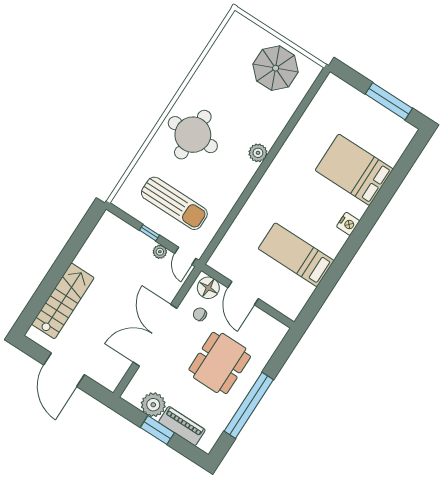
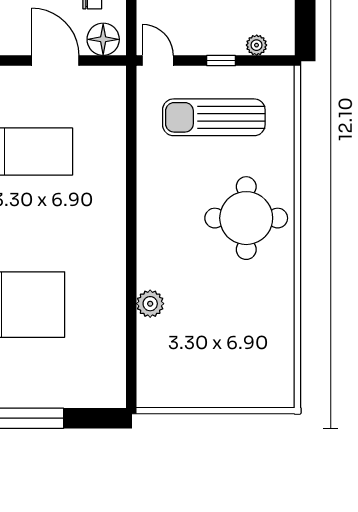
parasol: (276, 68) -> (197, 368), removed
plant: (258, 153) -> (150, 304), moved
plant: (160, 252) -> (257, 45), moved

